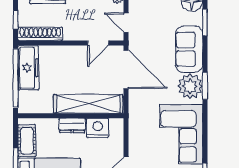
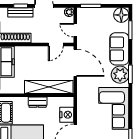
nightstand: (98, 128) -> (67, 115), moved, turned 90

